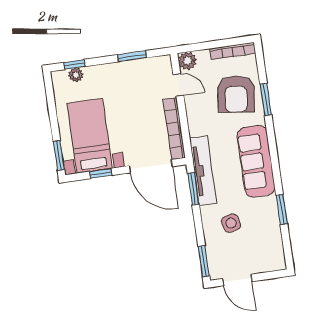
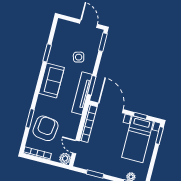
sofa: (256, 161) -> (51, 80), width x0.73

